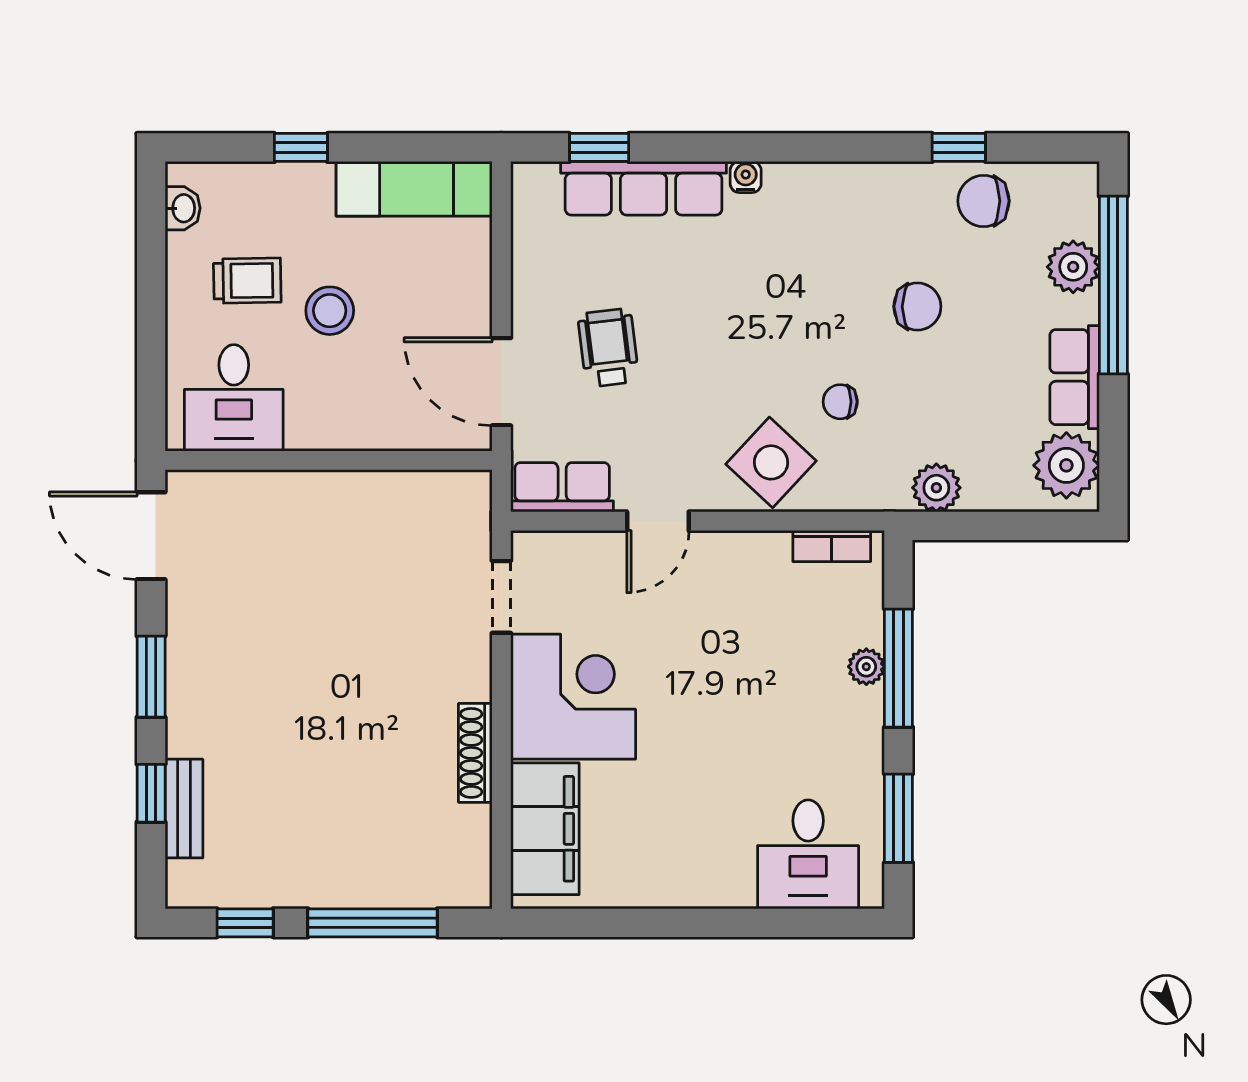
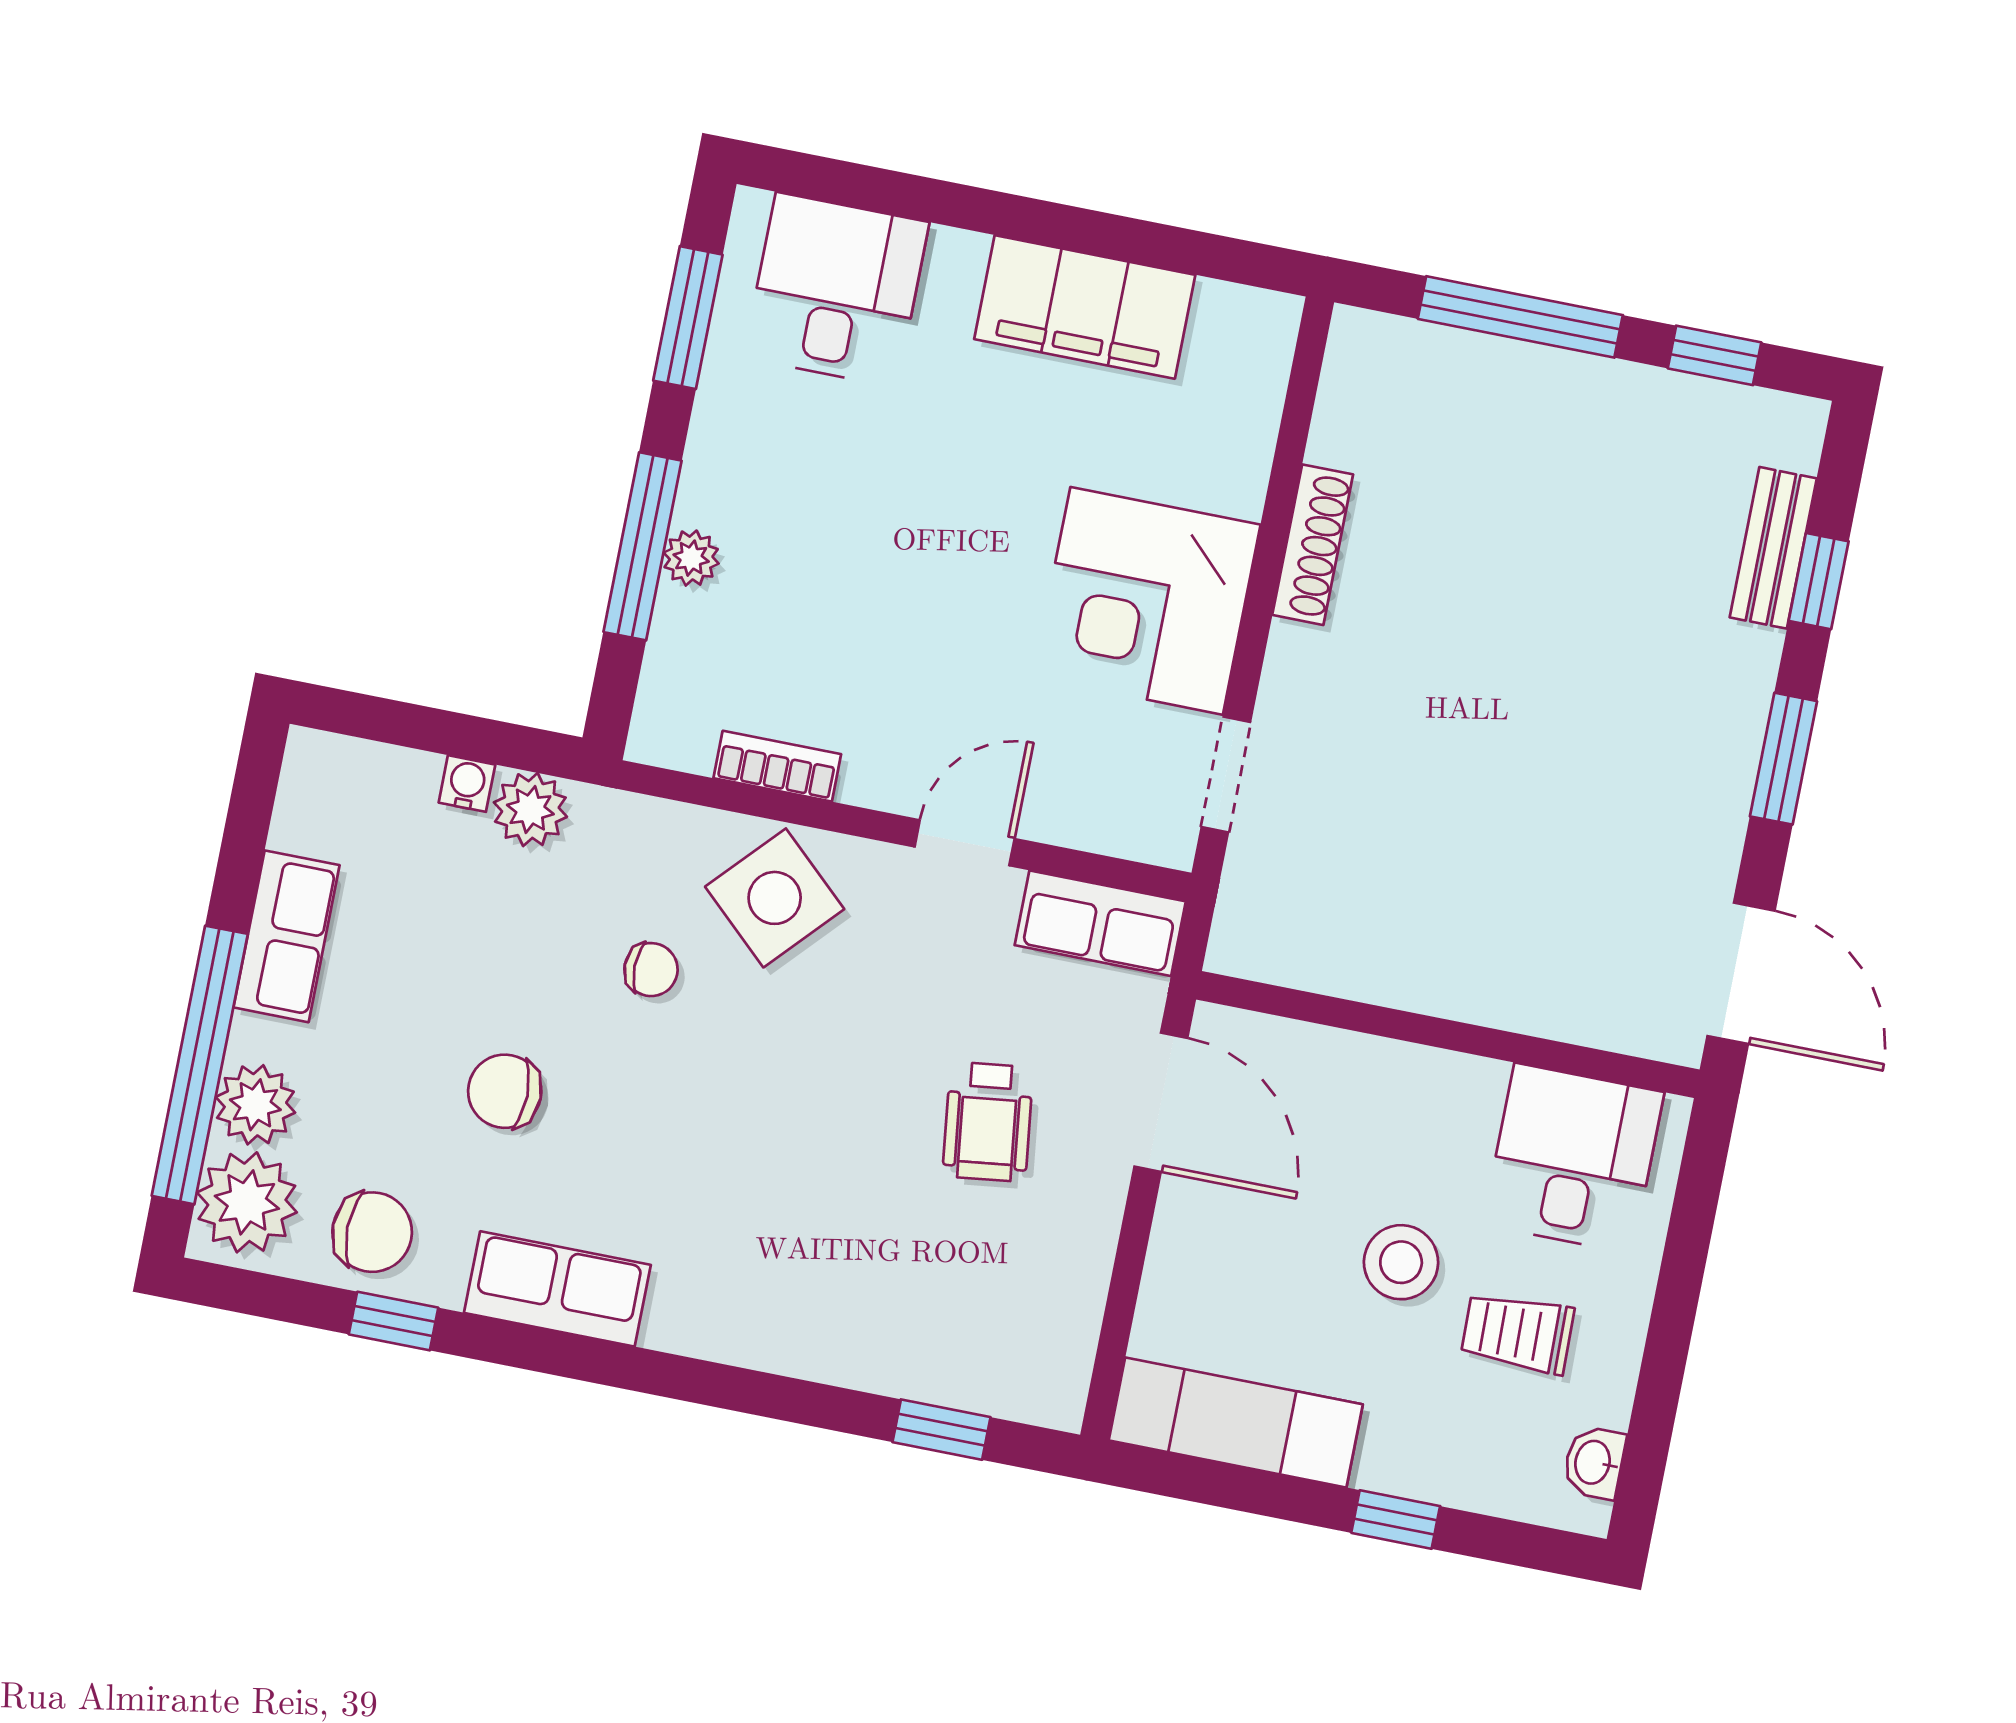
water cooler: (746, 177) -> (467, 784), moved, turned 180
row of seats: (644, 188) -> (557, 1289), moved, width x0.68
plant: (1066, 465) -> (247, 1202), moved
bookcase: (832, 546) -> (777, 766), moved
filing cabinet: (545, 829) -> (1085, 307), moved, turned -90

